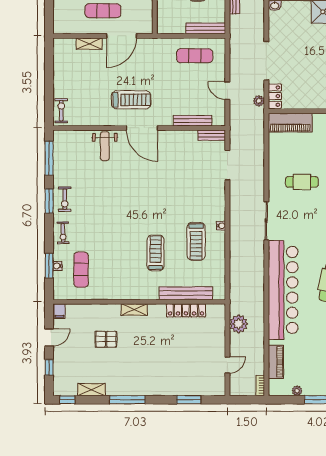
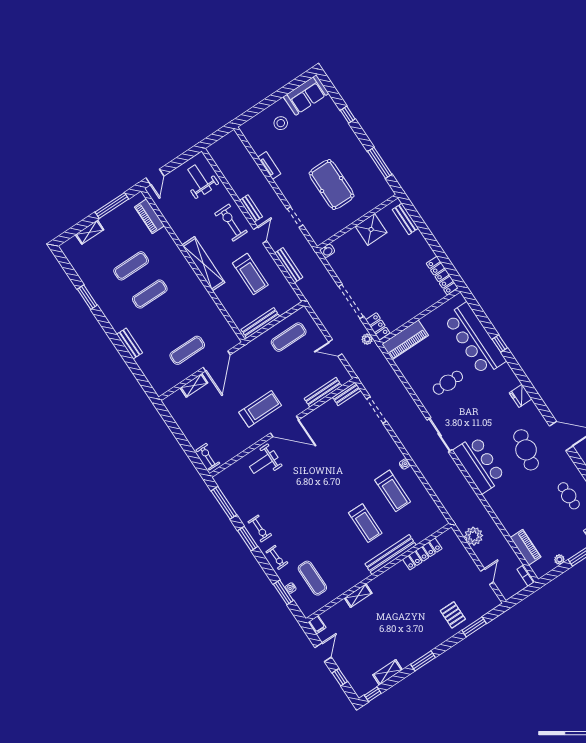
bench: (206, 28) -> (260, 323), moved
weight bench: (105, 146) -> (264, 462), turned 90
treadmill: (156, 253) -> (365, 523), turned 180
bar counter: (283, 290) -> (479, 464), width x0.54
bench: (186, 293) -> (391, 555), moved
shelving: (134, 310) -> (358, 596), moved
pallet: (106, 339) -> (453, 615), moved, turned 90
window: (127, 400) -> (423, 661), width x0.69

